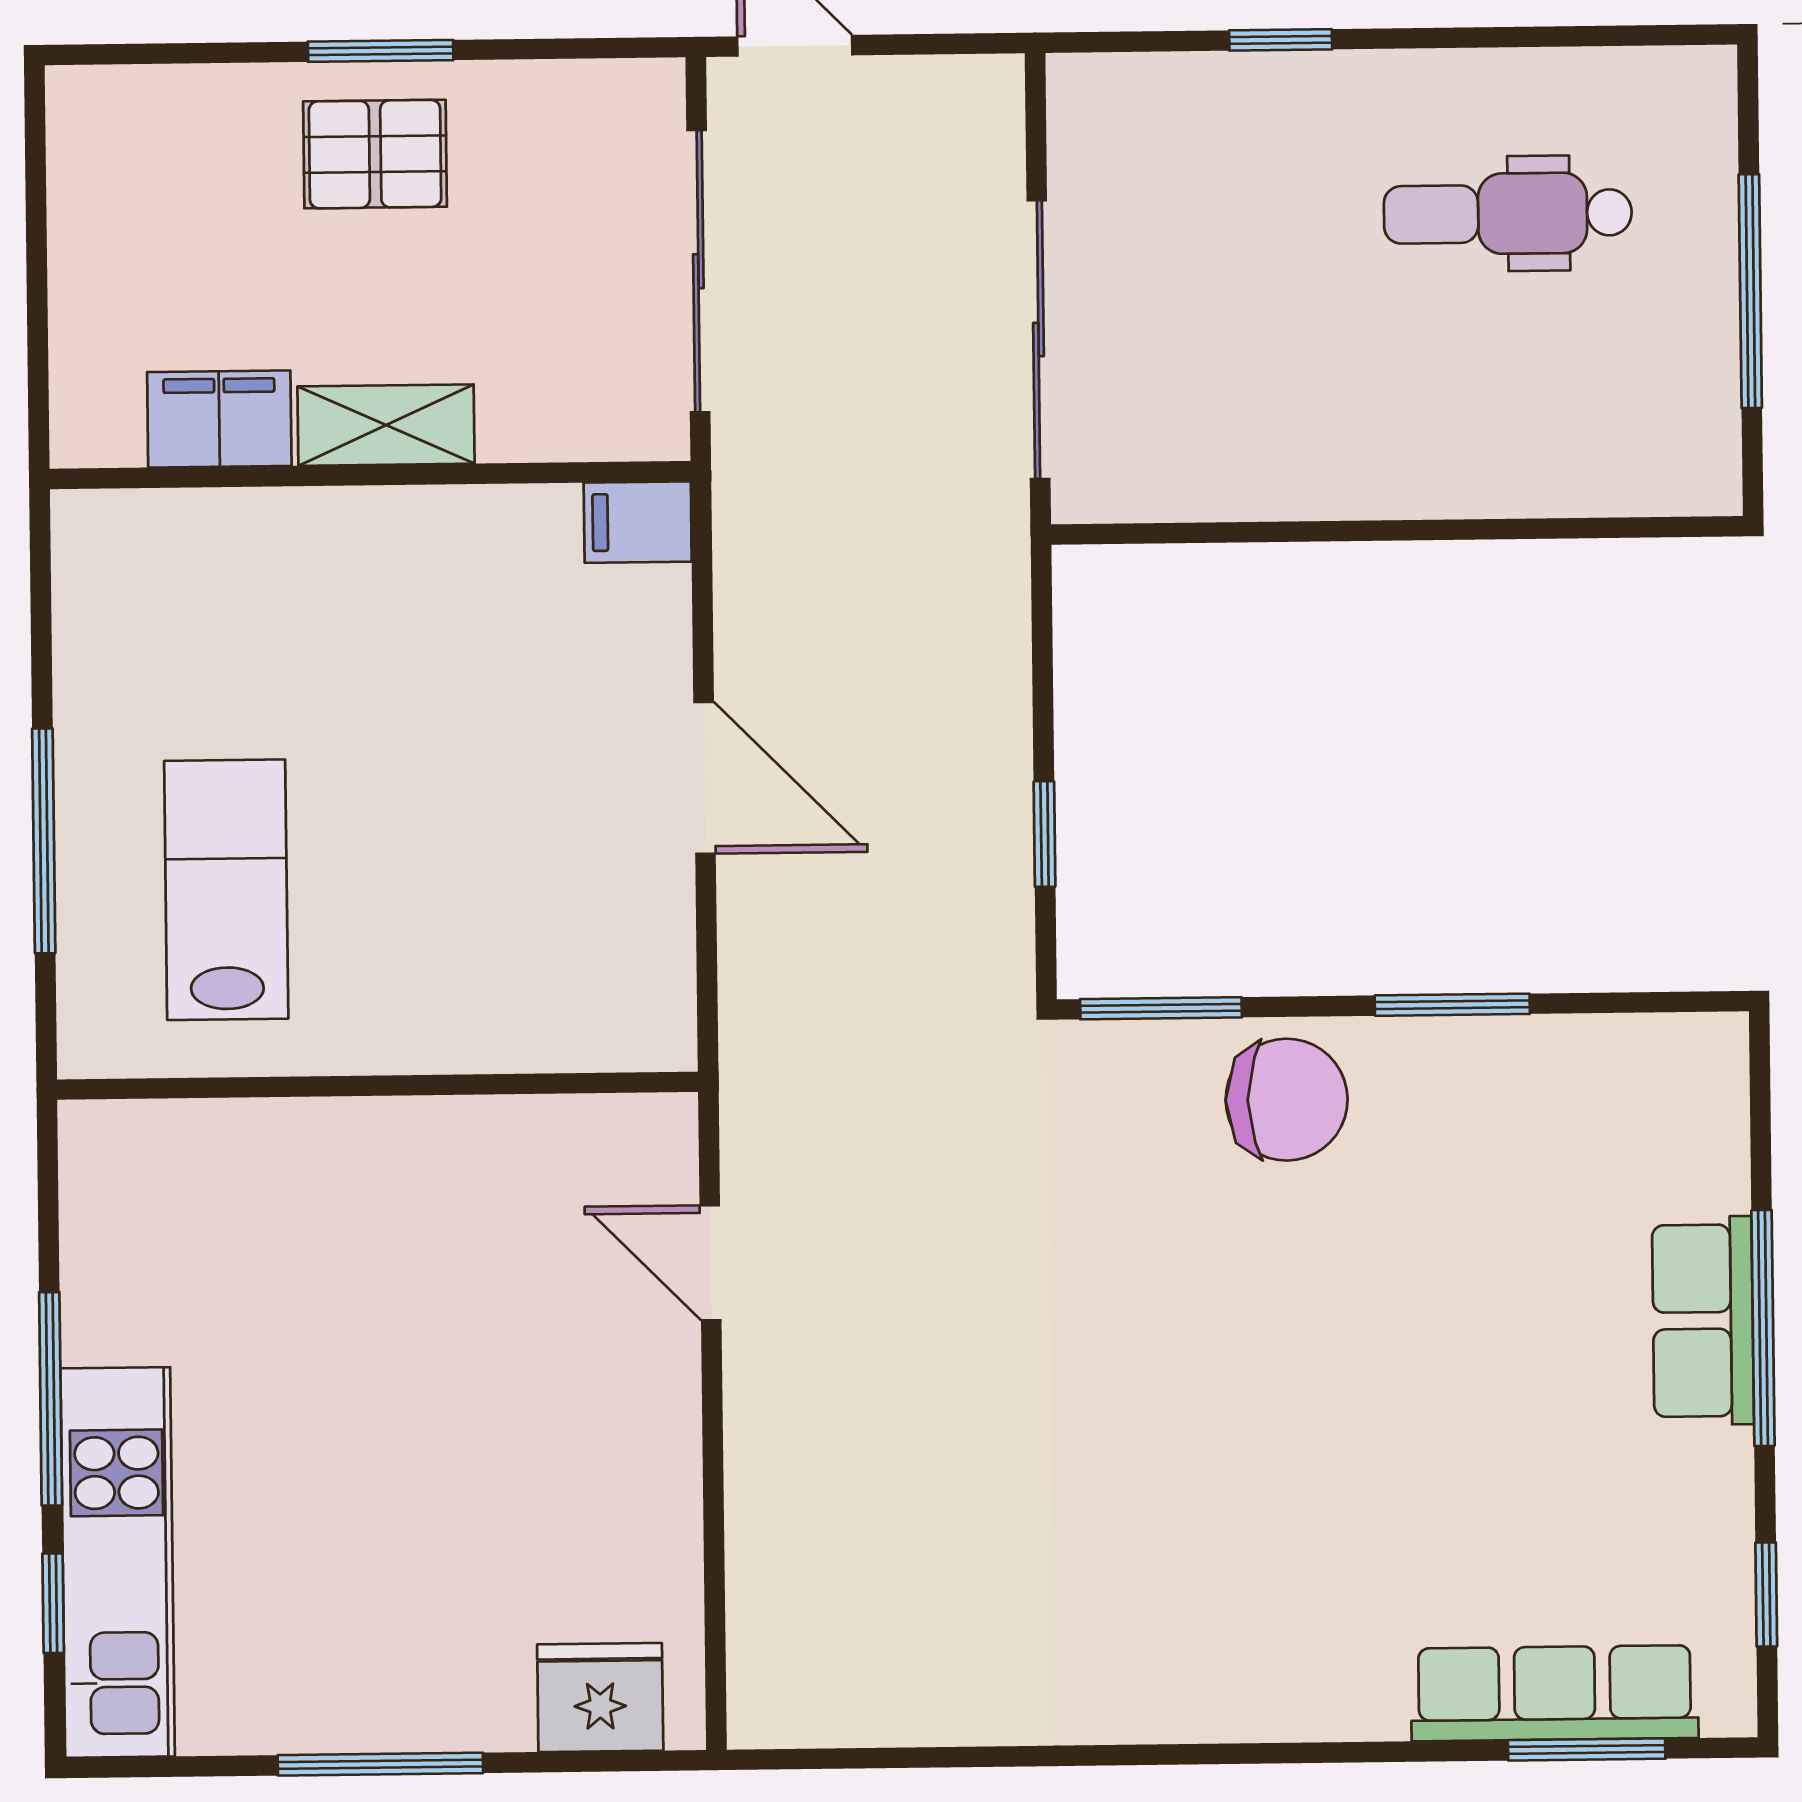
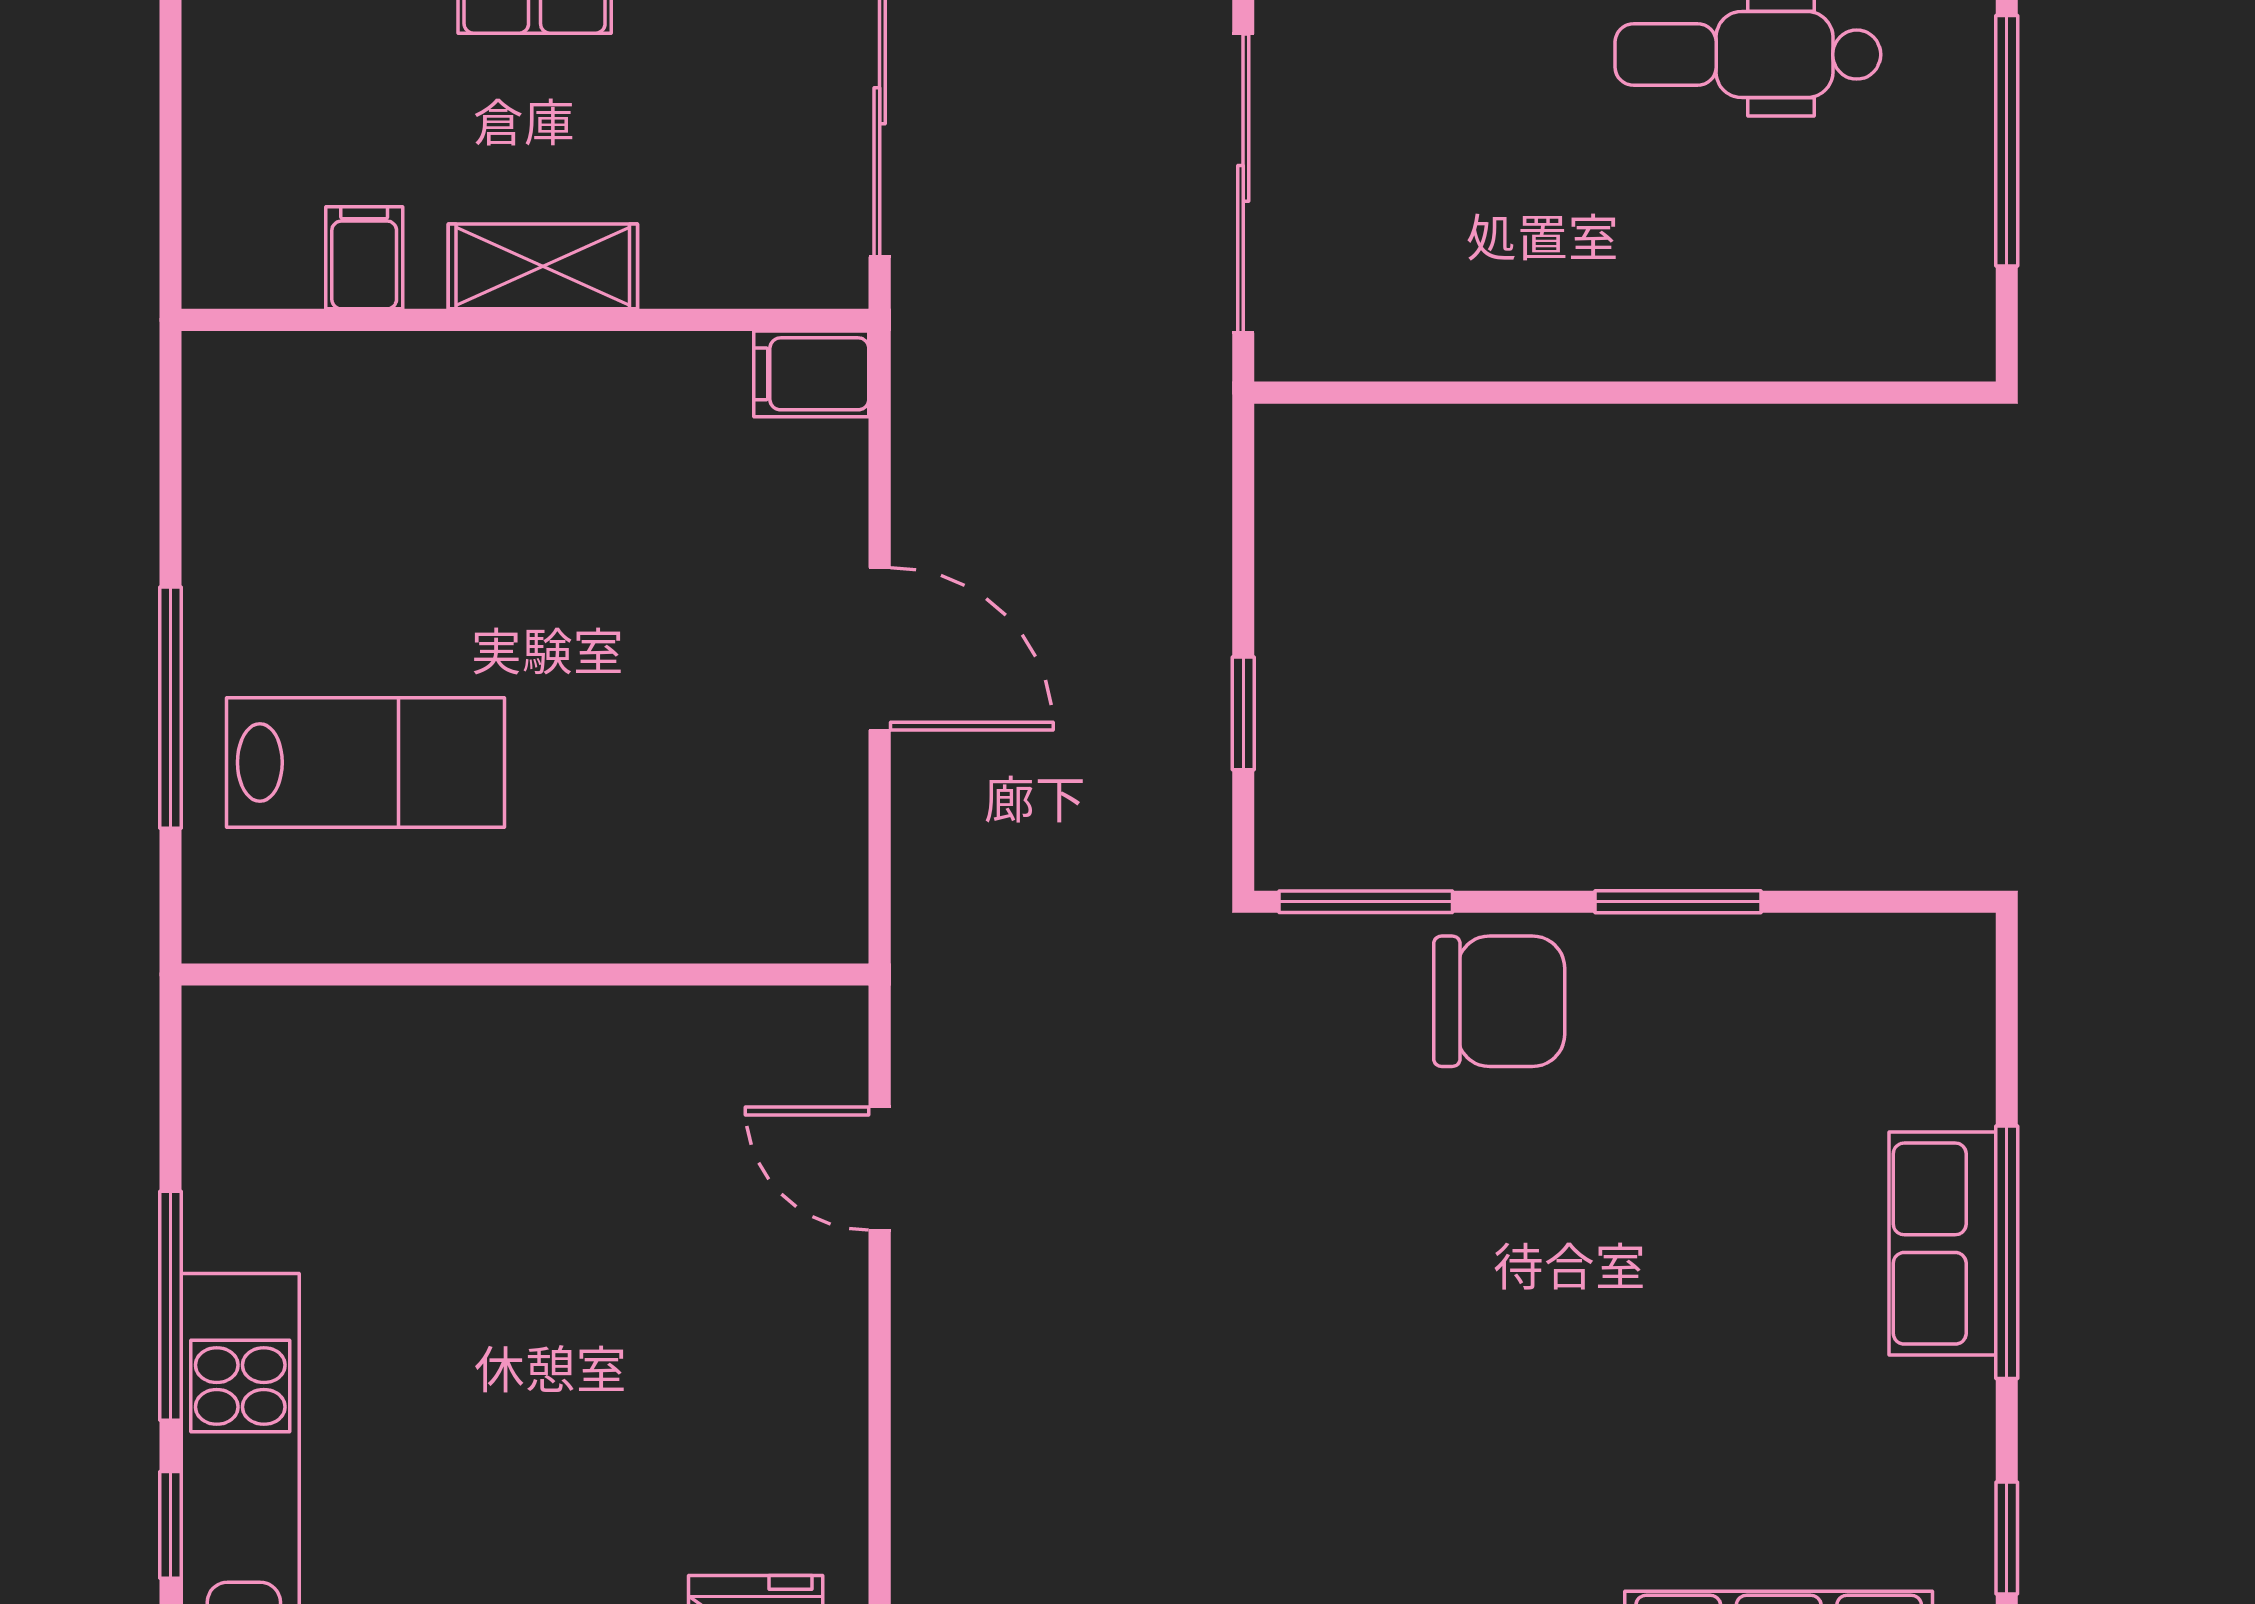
filing cabinet: (219, 419) -> (364, 258), width x0.50
lab bench: (226, 890) -> (365, 762), turned 90

